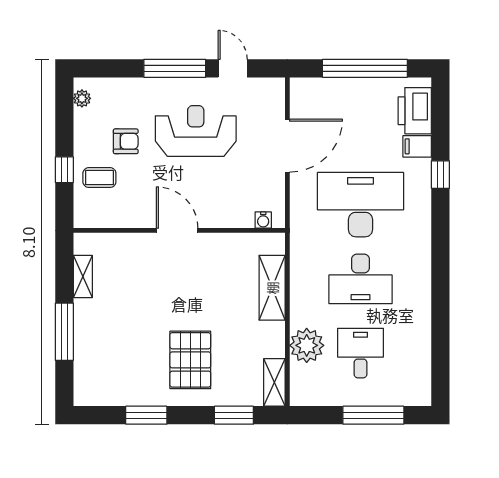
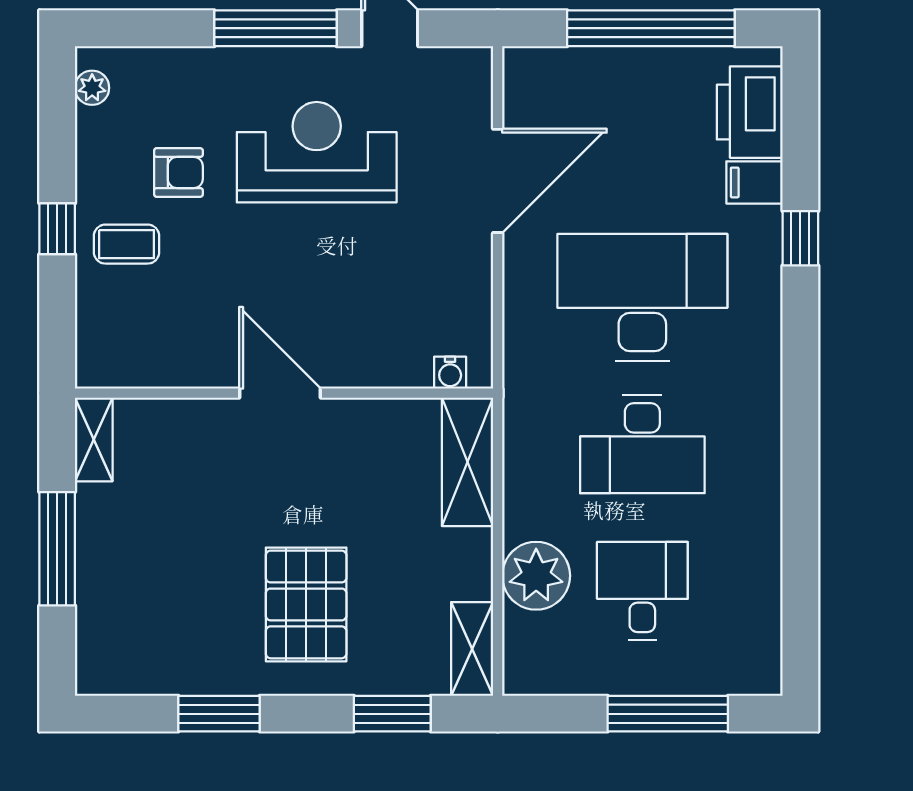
water cooler: (263, 220) -> (450, 373), moved
door: (177, 230) -> (280, 393), moved
wall: (179, 230) -> (284, 393), moved

